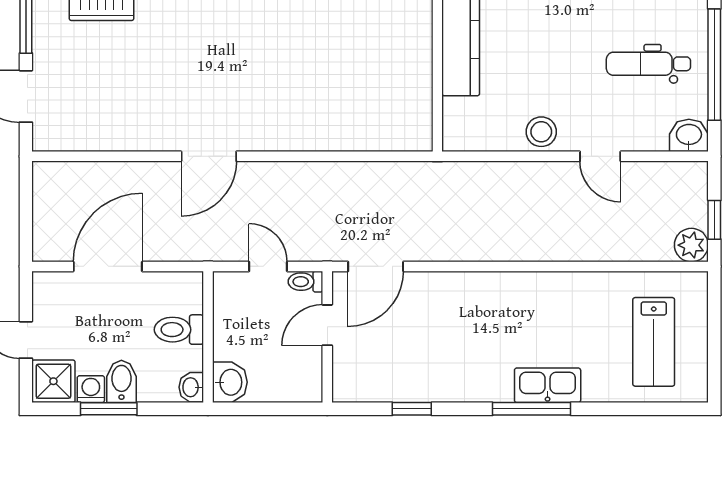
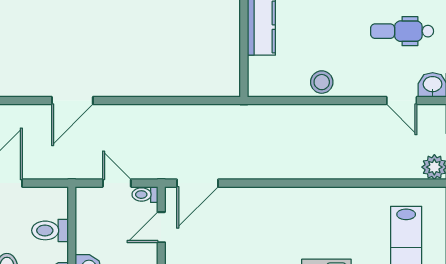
door: (600, 156) -> (402, 101), moved

